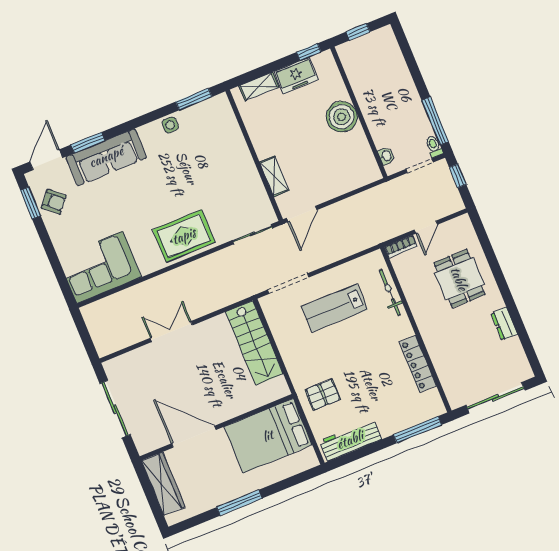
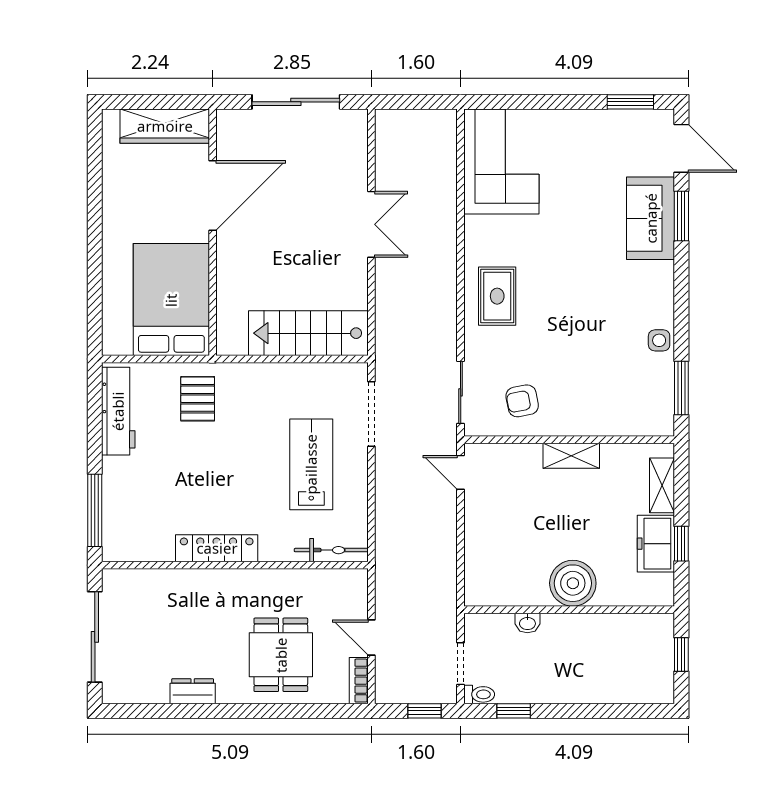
window: (309, 52) -> (681, 544), moved
window: (435, 121) -> (514, 711), width x0.46
washbasin: (386, 156) -> (527, 623), moved
sofa: (106, 157) -> (651, 218), width x0.73
shelving: (274, 176) -> (571, 456), moved
armchair: (54, 202) -> (522, 401), moved, turned 38
door: (302, 214) -> (461, 472), width x0.73
rug: (184, 236) -> (497, 296), width x0.73, depth x0.70
bookcase: (401, 247) -> (359, 681), moved
dining table: (459, 279) -> (281, 655), turned 90
bicycle: (390, 293) -> (331, 550), moved
locker: (418, 364) -> (217, 548), moved
window: (239, 503) -> (95, 221), removed

